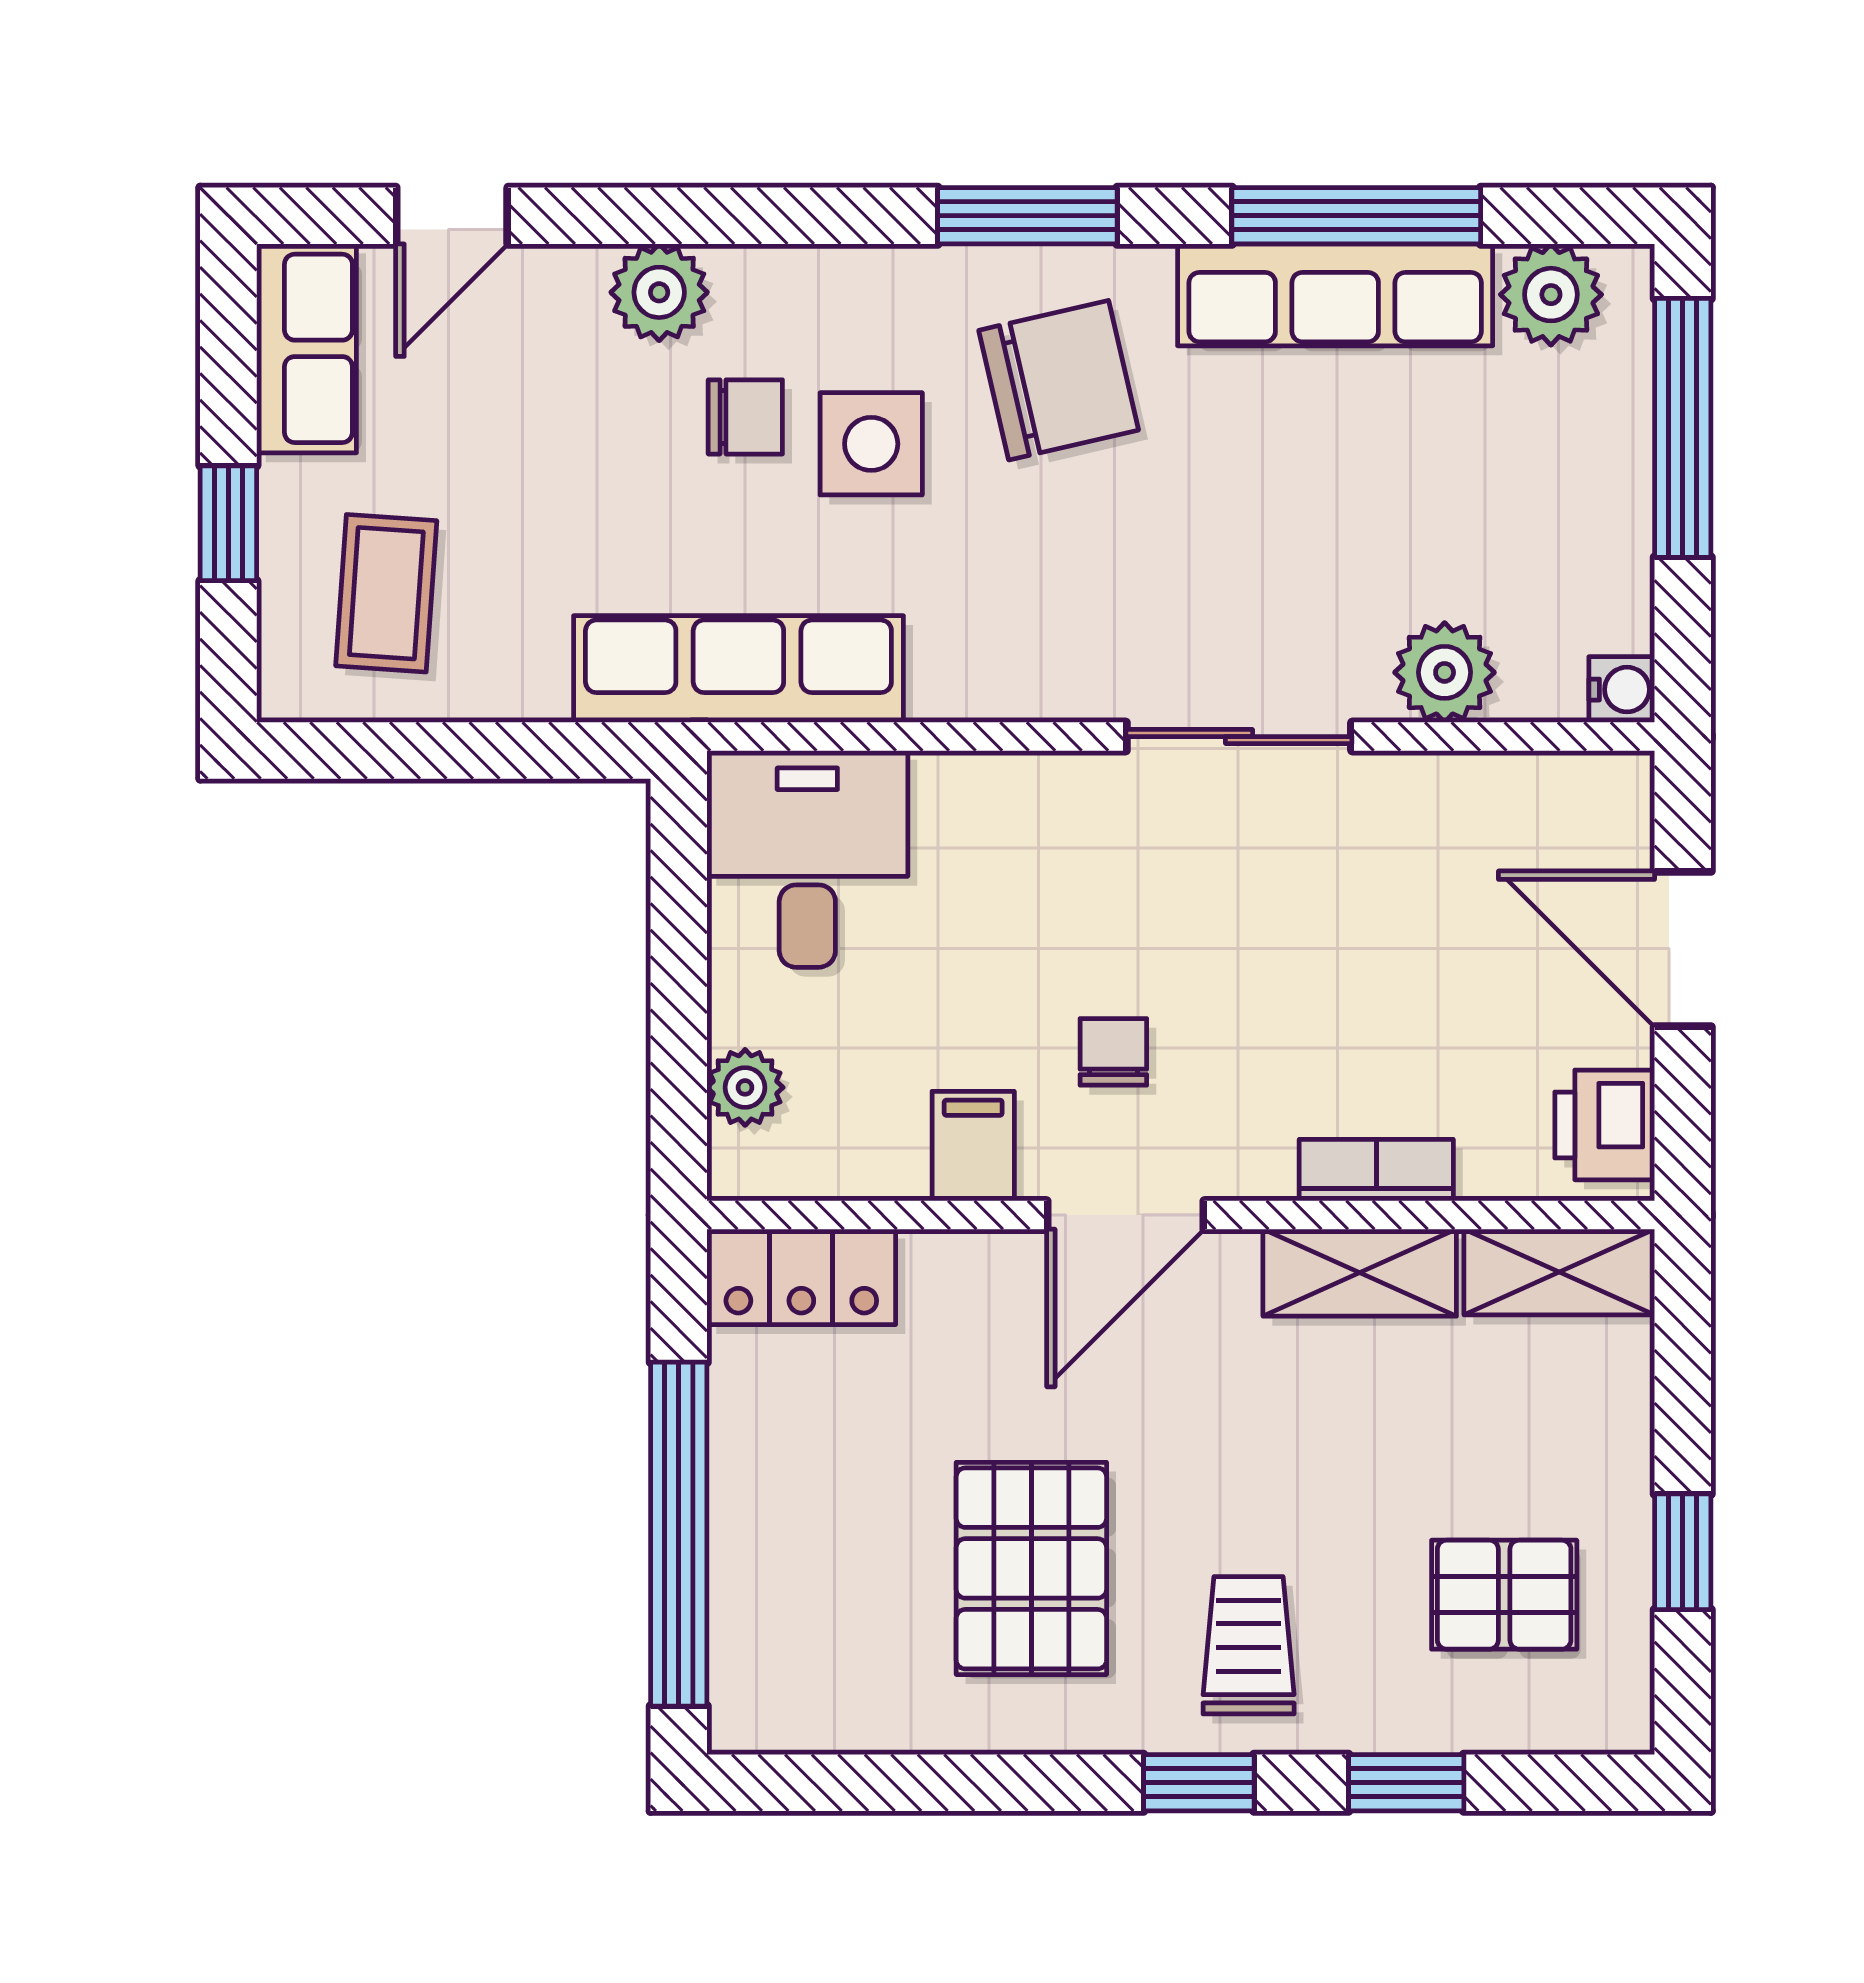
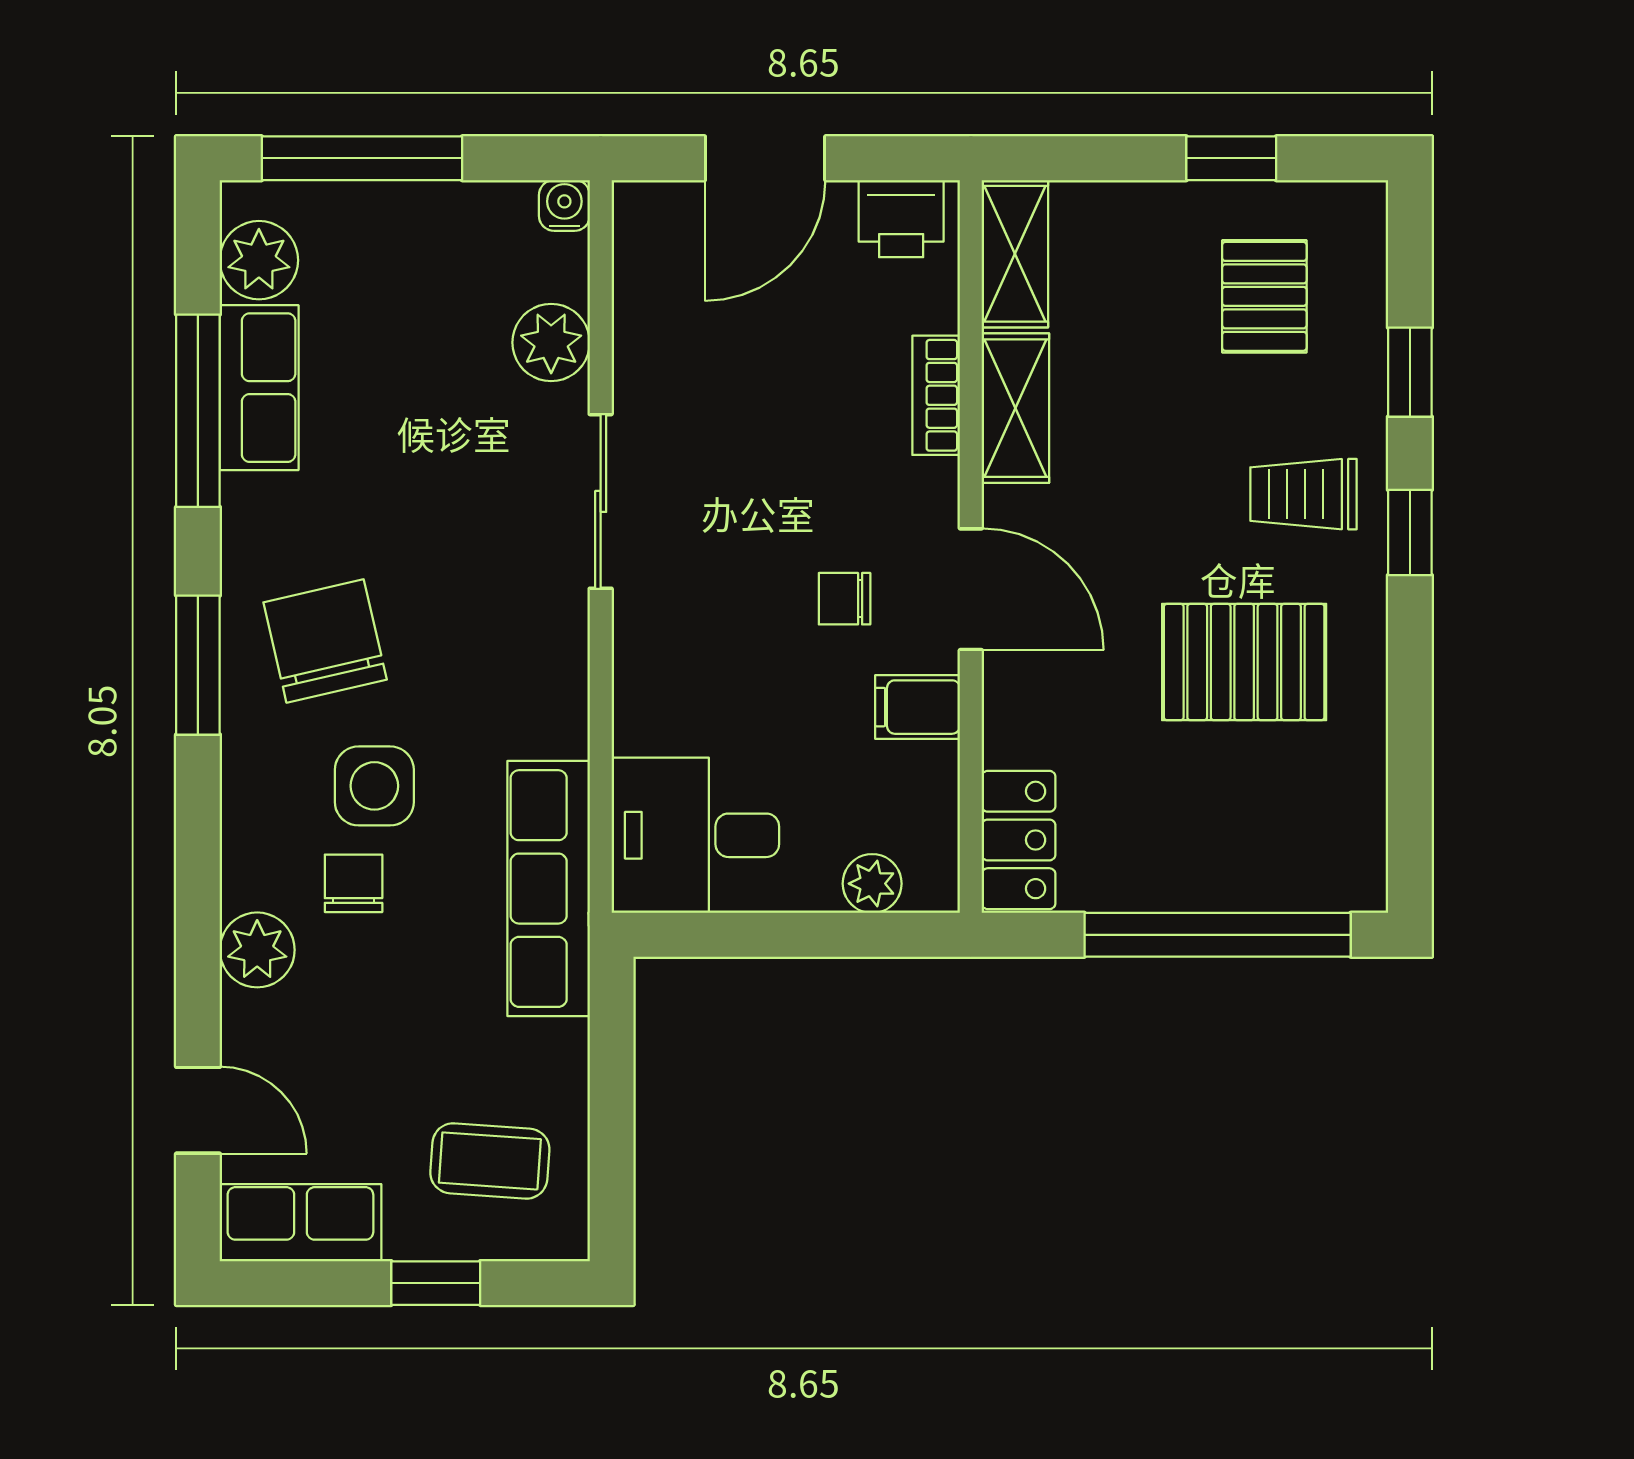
row of seats: (1335, 295) -> (259, 388), width x0.68

